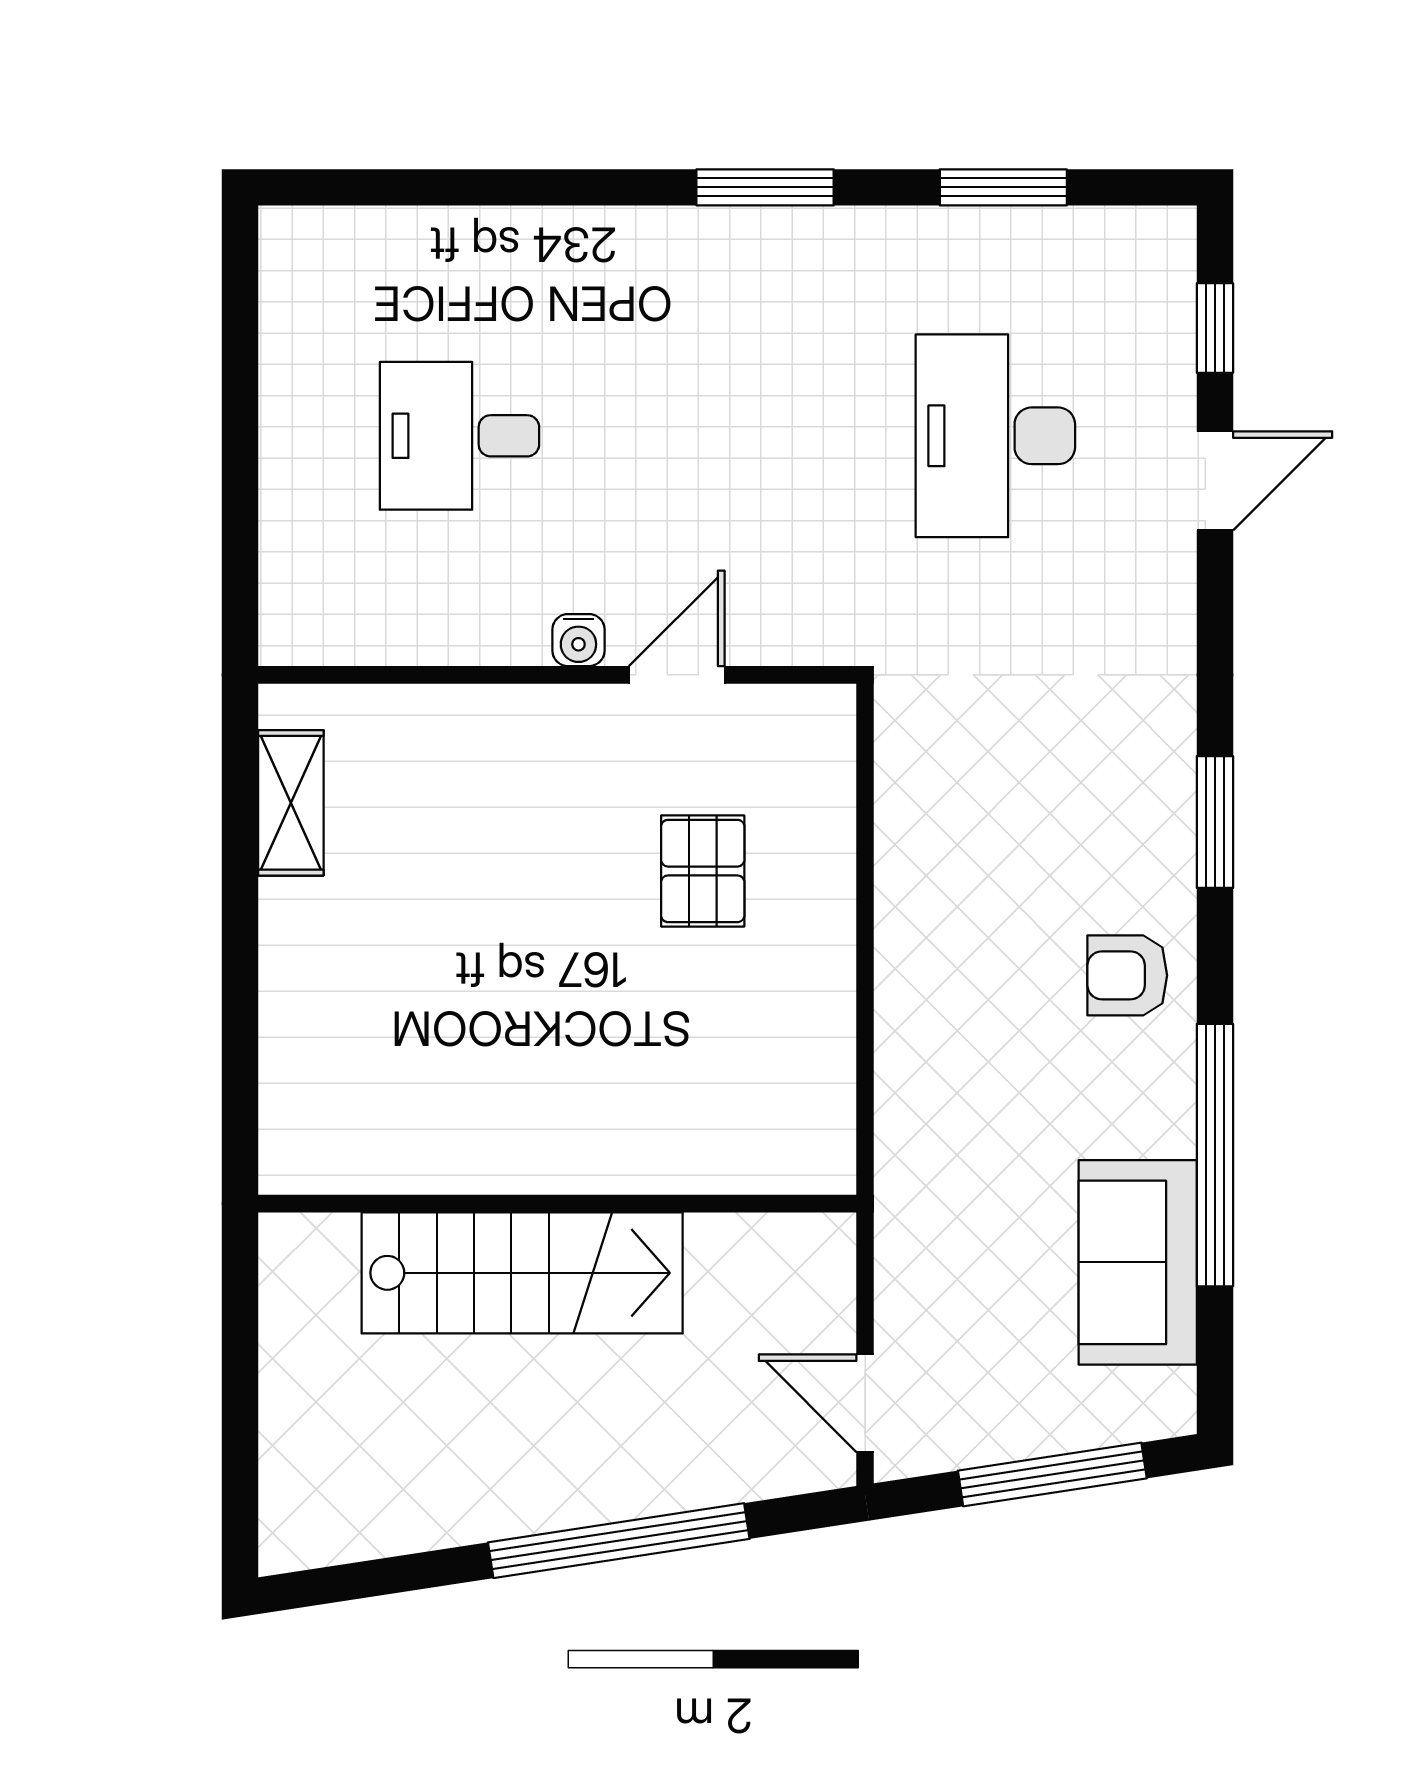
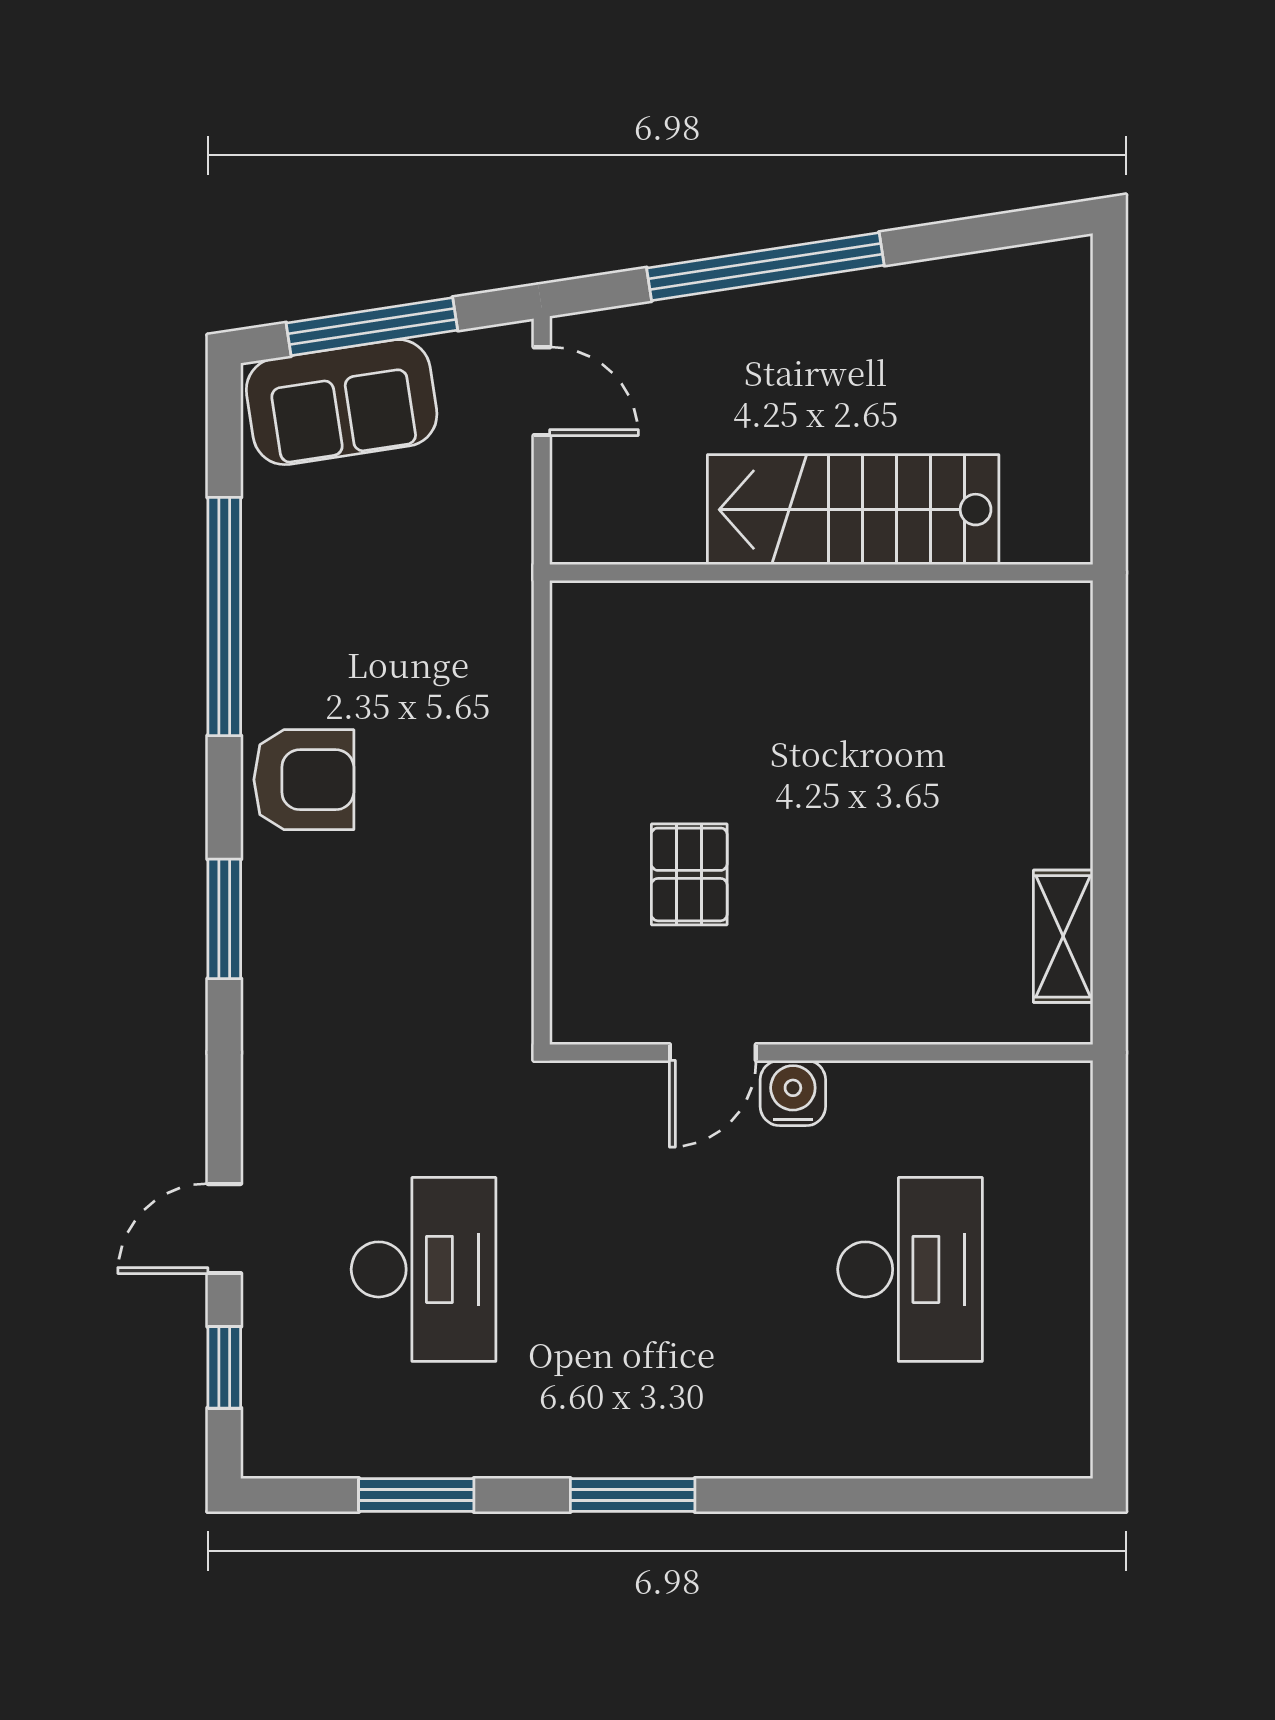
desk: (459, 436) -> (910, 1269), width x1.37
water cooler: (578, 640) -> (793, 1093), width x1.38, depth x1.38
armchair: (1127, 975) -> (304, 780), width x1.38, depth x1.38
sofa: (1138, 1262) -> (342, 402), moved, turned 81

